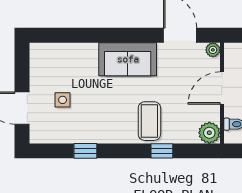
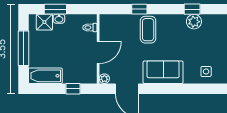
side table: (63, 100) -> (206, 71), moved
plant: (209, 133) -> (194, 22), moved

